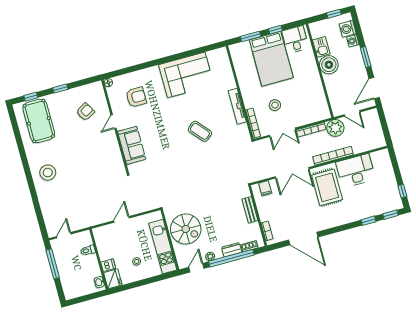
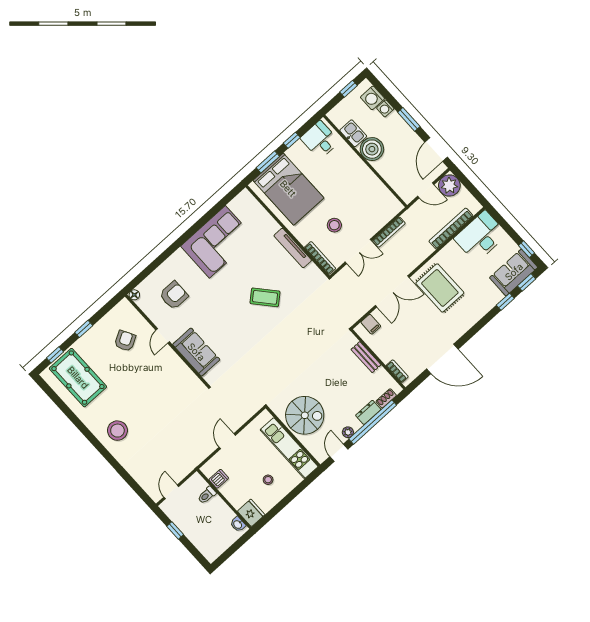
bed: (271, 59) -> (288, 189), moved
plant: (335, 128) -> (449, 185), moved
bookcase: (333, 156) -> (451, 229), moved
desk: (356, 171) -> (481, 236), moved
sofa: (385, 203) -> (514, 272), added
window: (53, 264) -> (175, 530), width x0.46
dishwasher: (108, 265) -> (219, 479), moved

